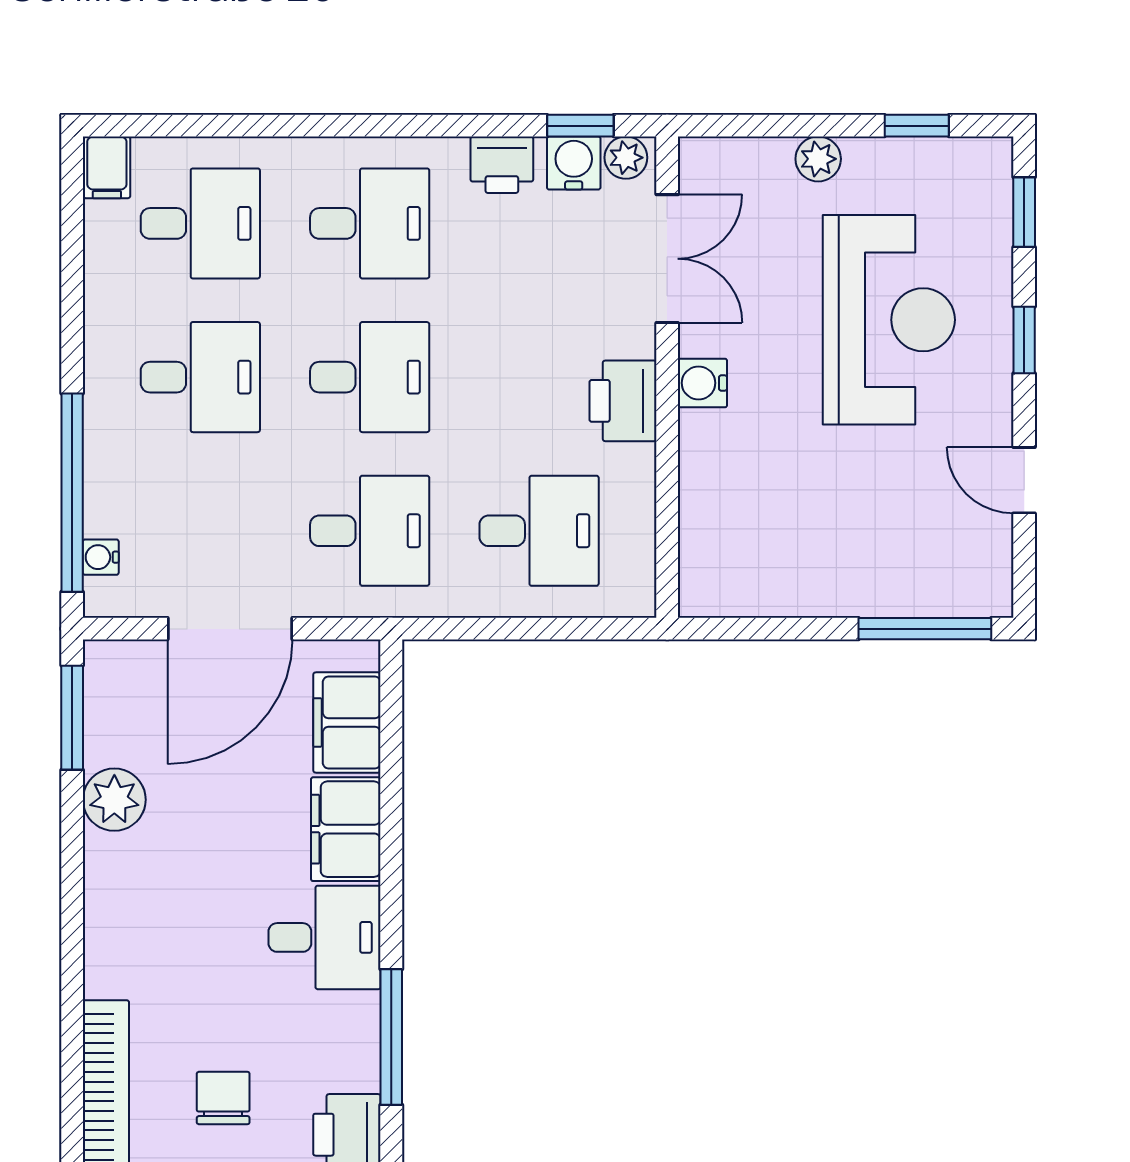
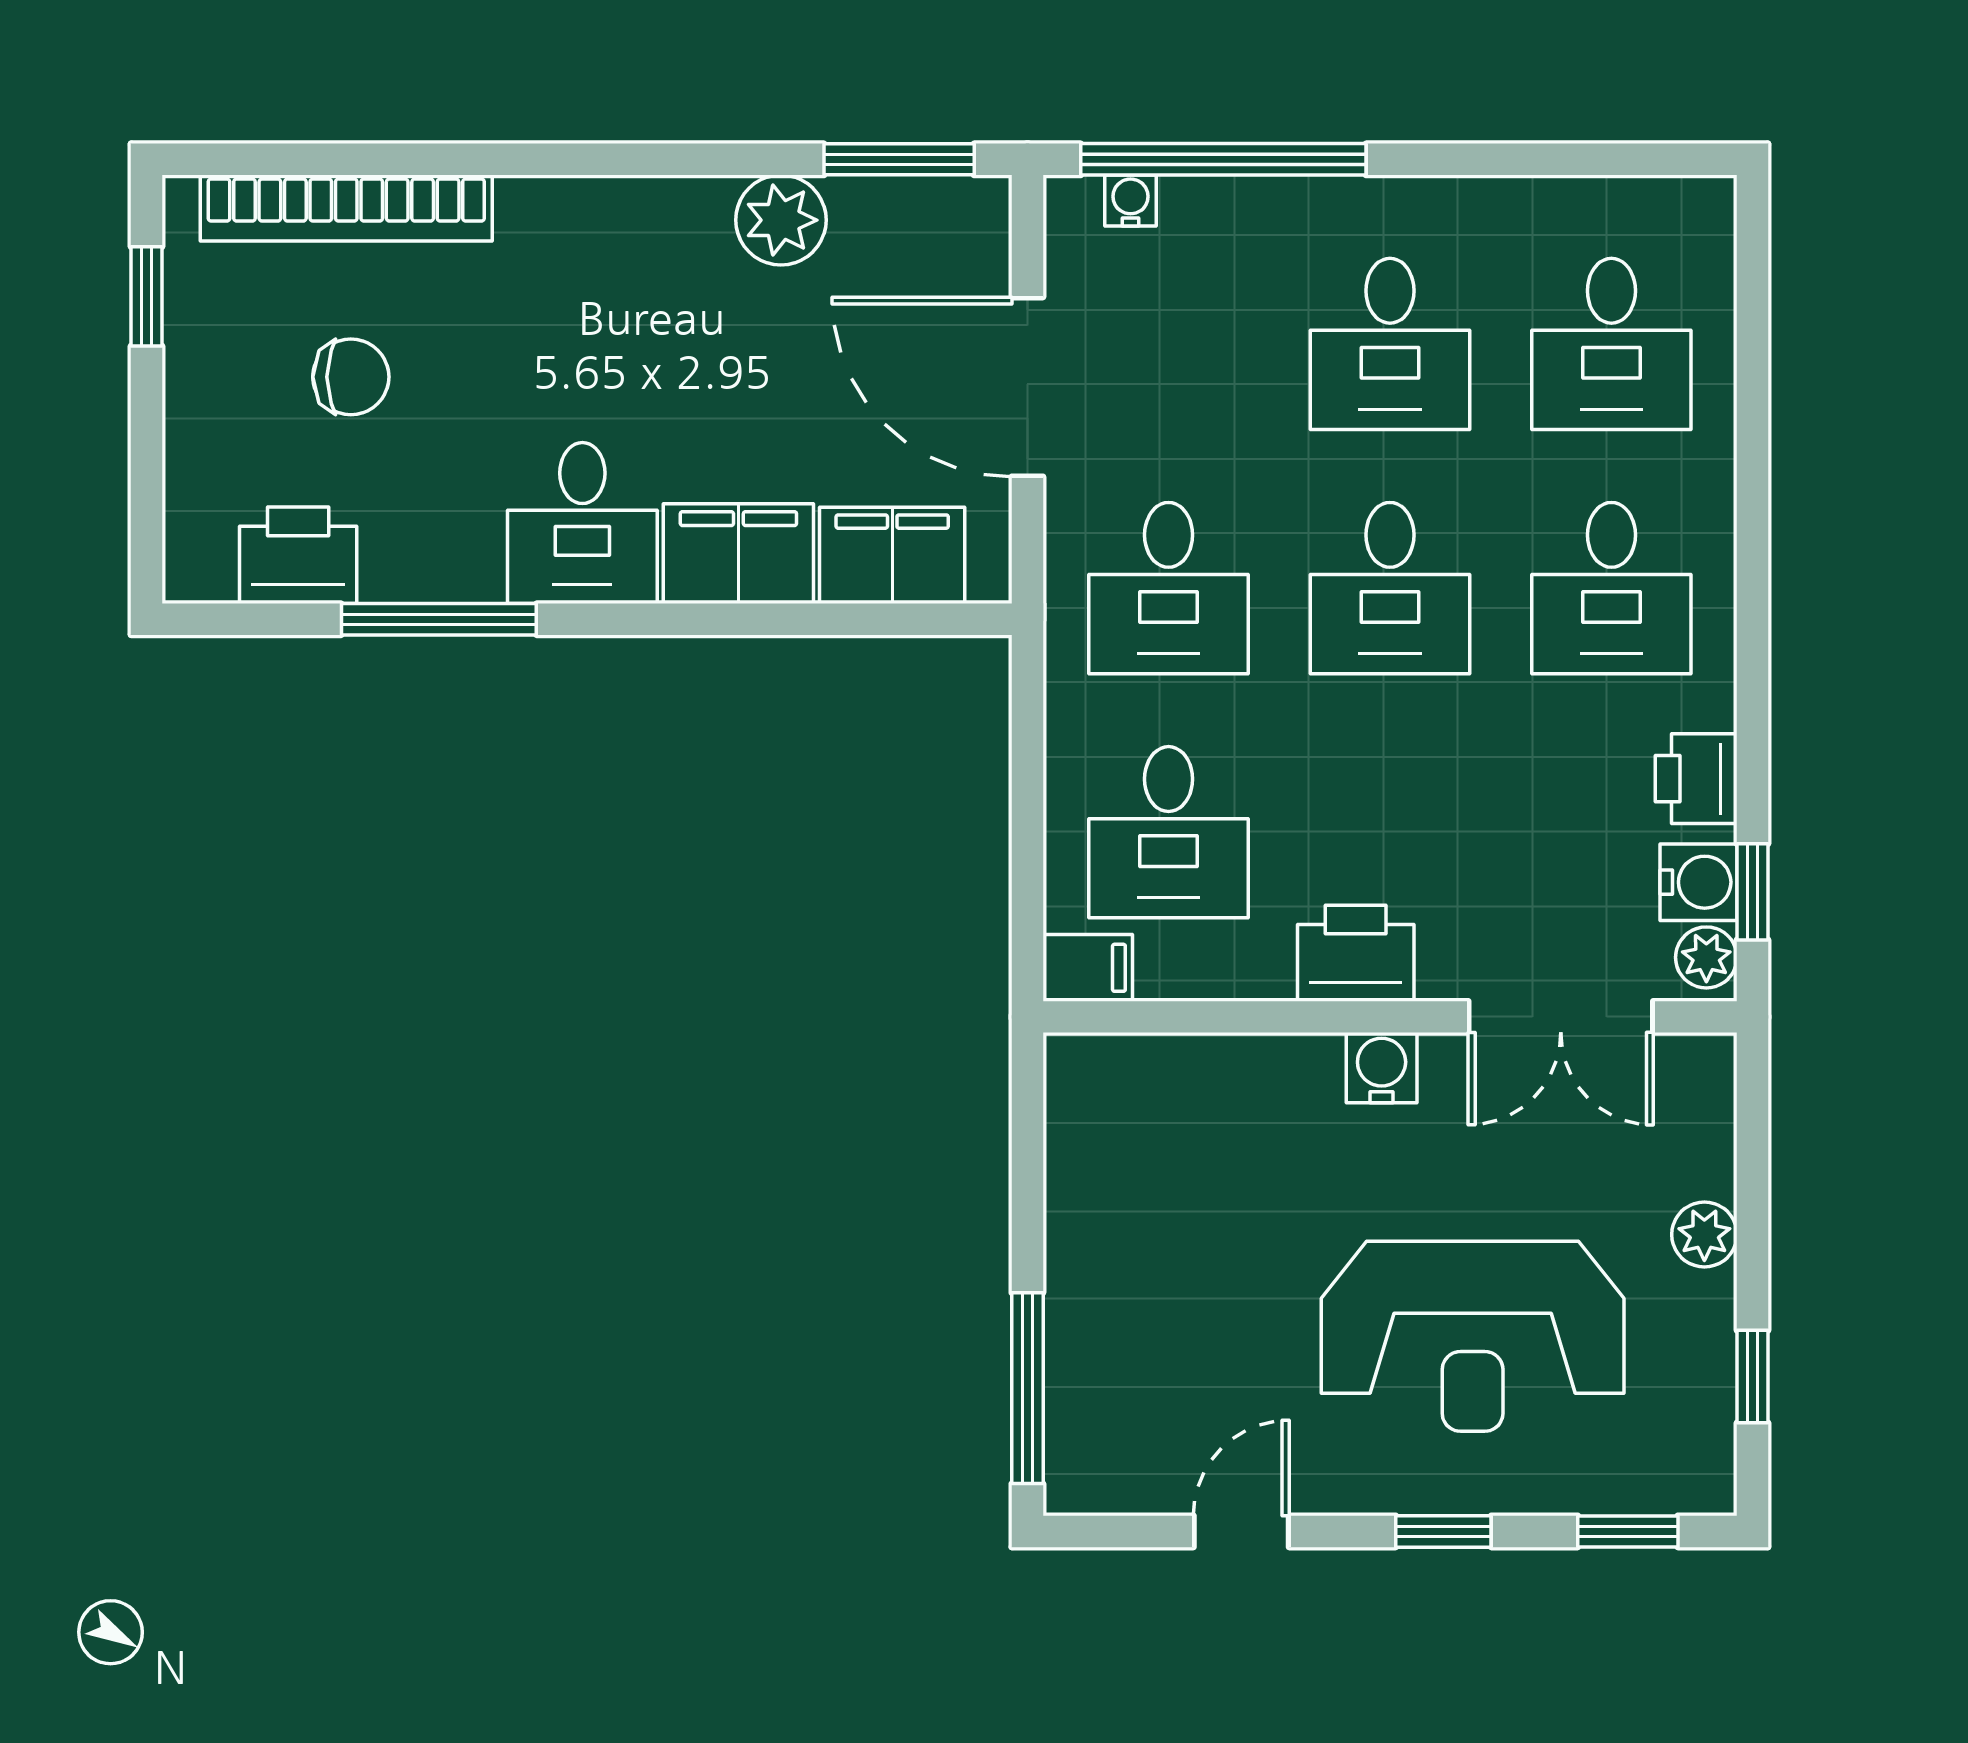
filing cabinet: (107, 167) -> (1088, 968), moved, turned 180

